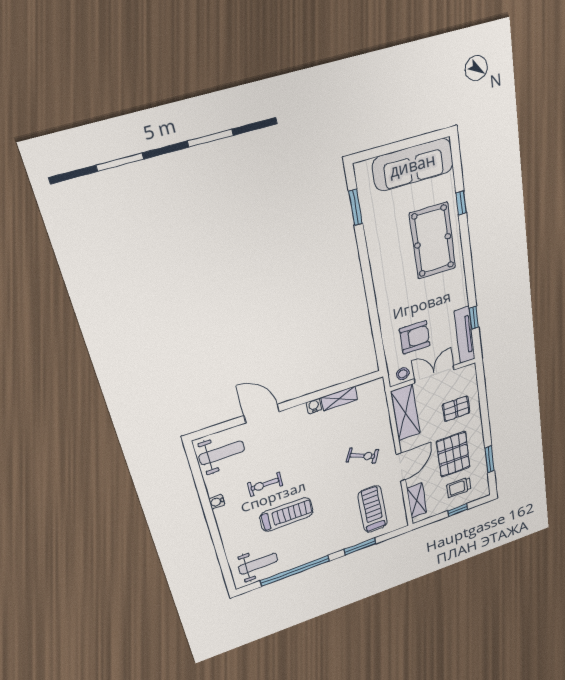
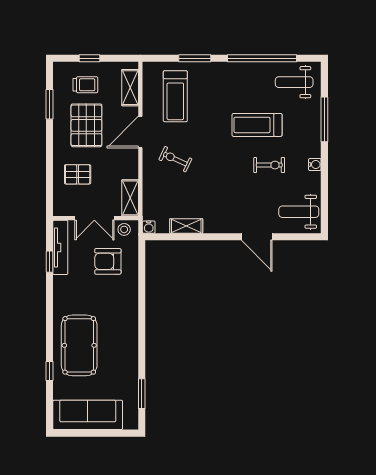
water cooler: (314, 406) -> (149, 227), moved
shelving: (405, 413) -> (130, 198), width x0.67, depth x0.75
window: (218, 544) -> (324, 119), added

